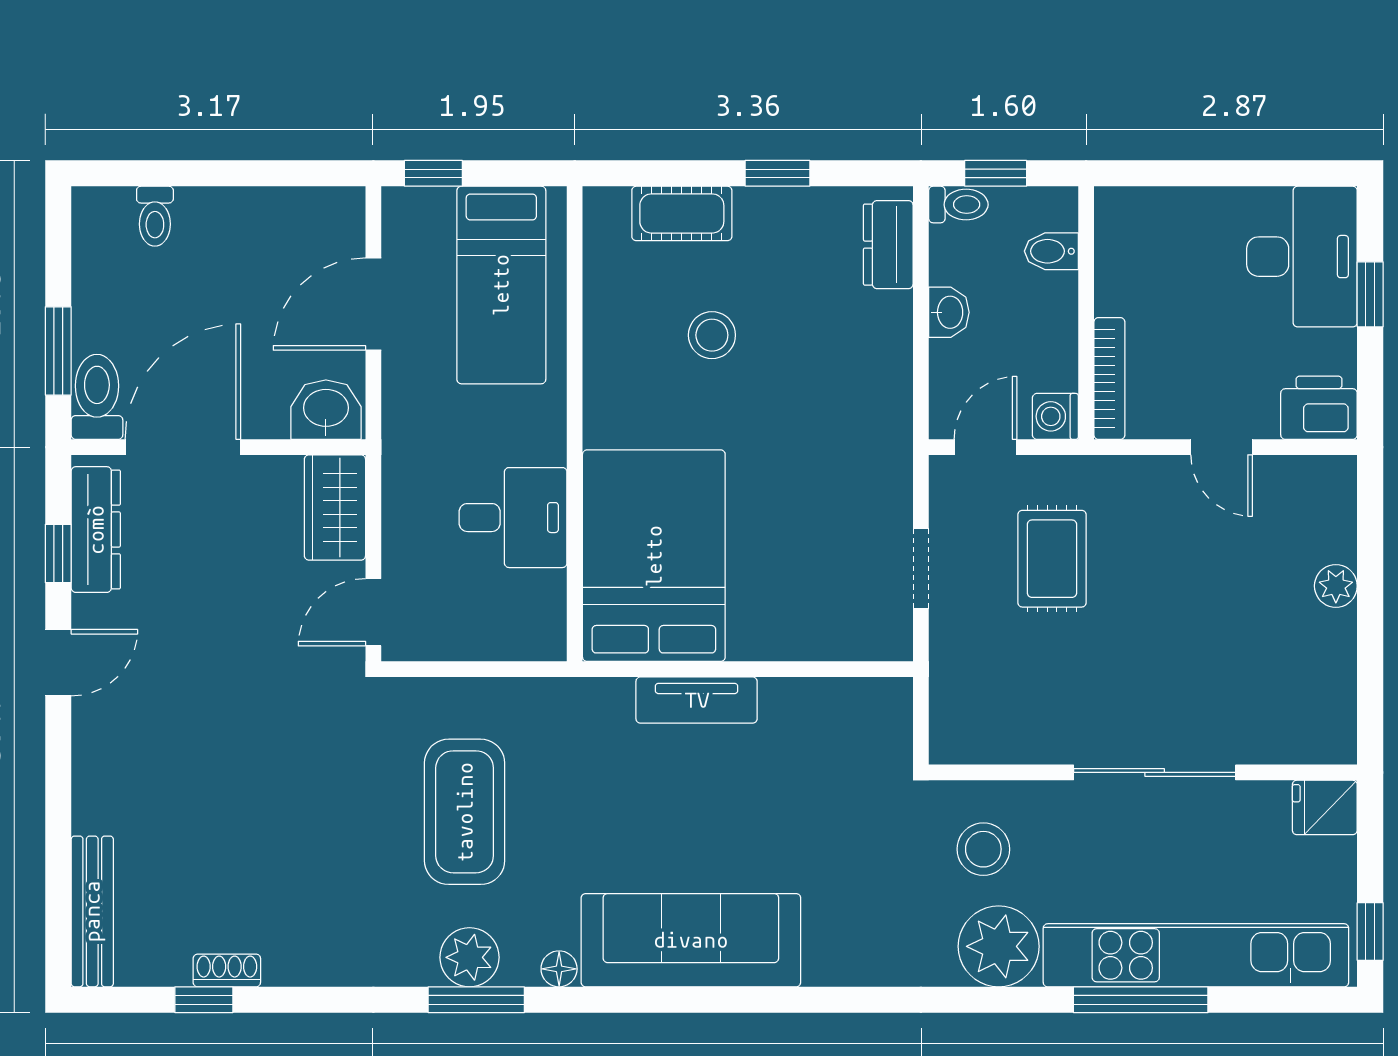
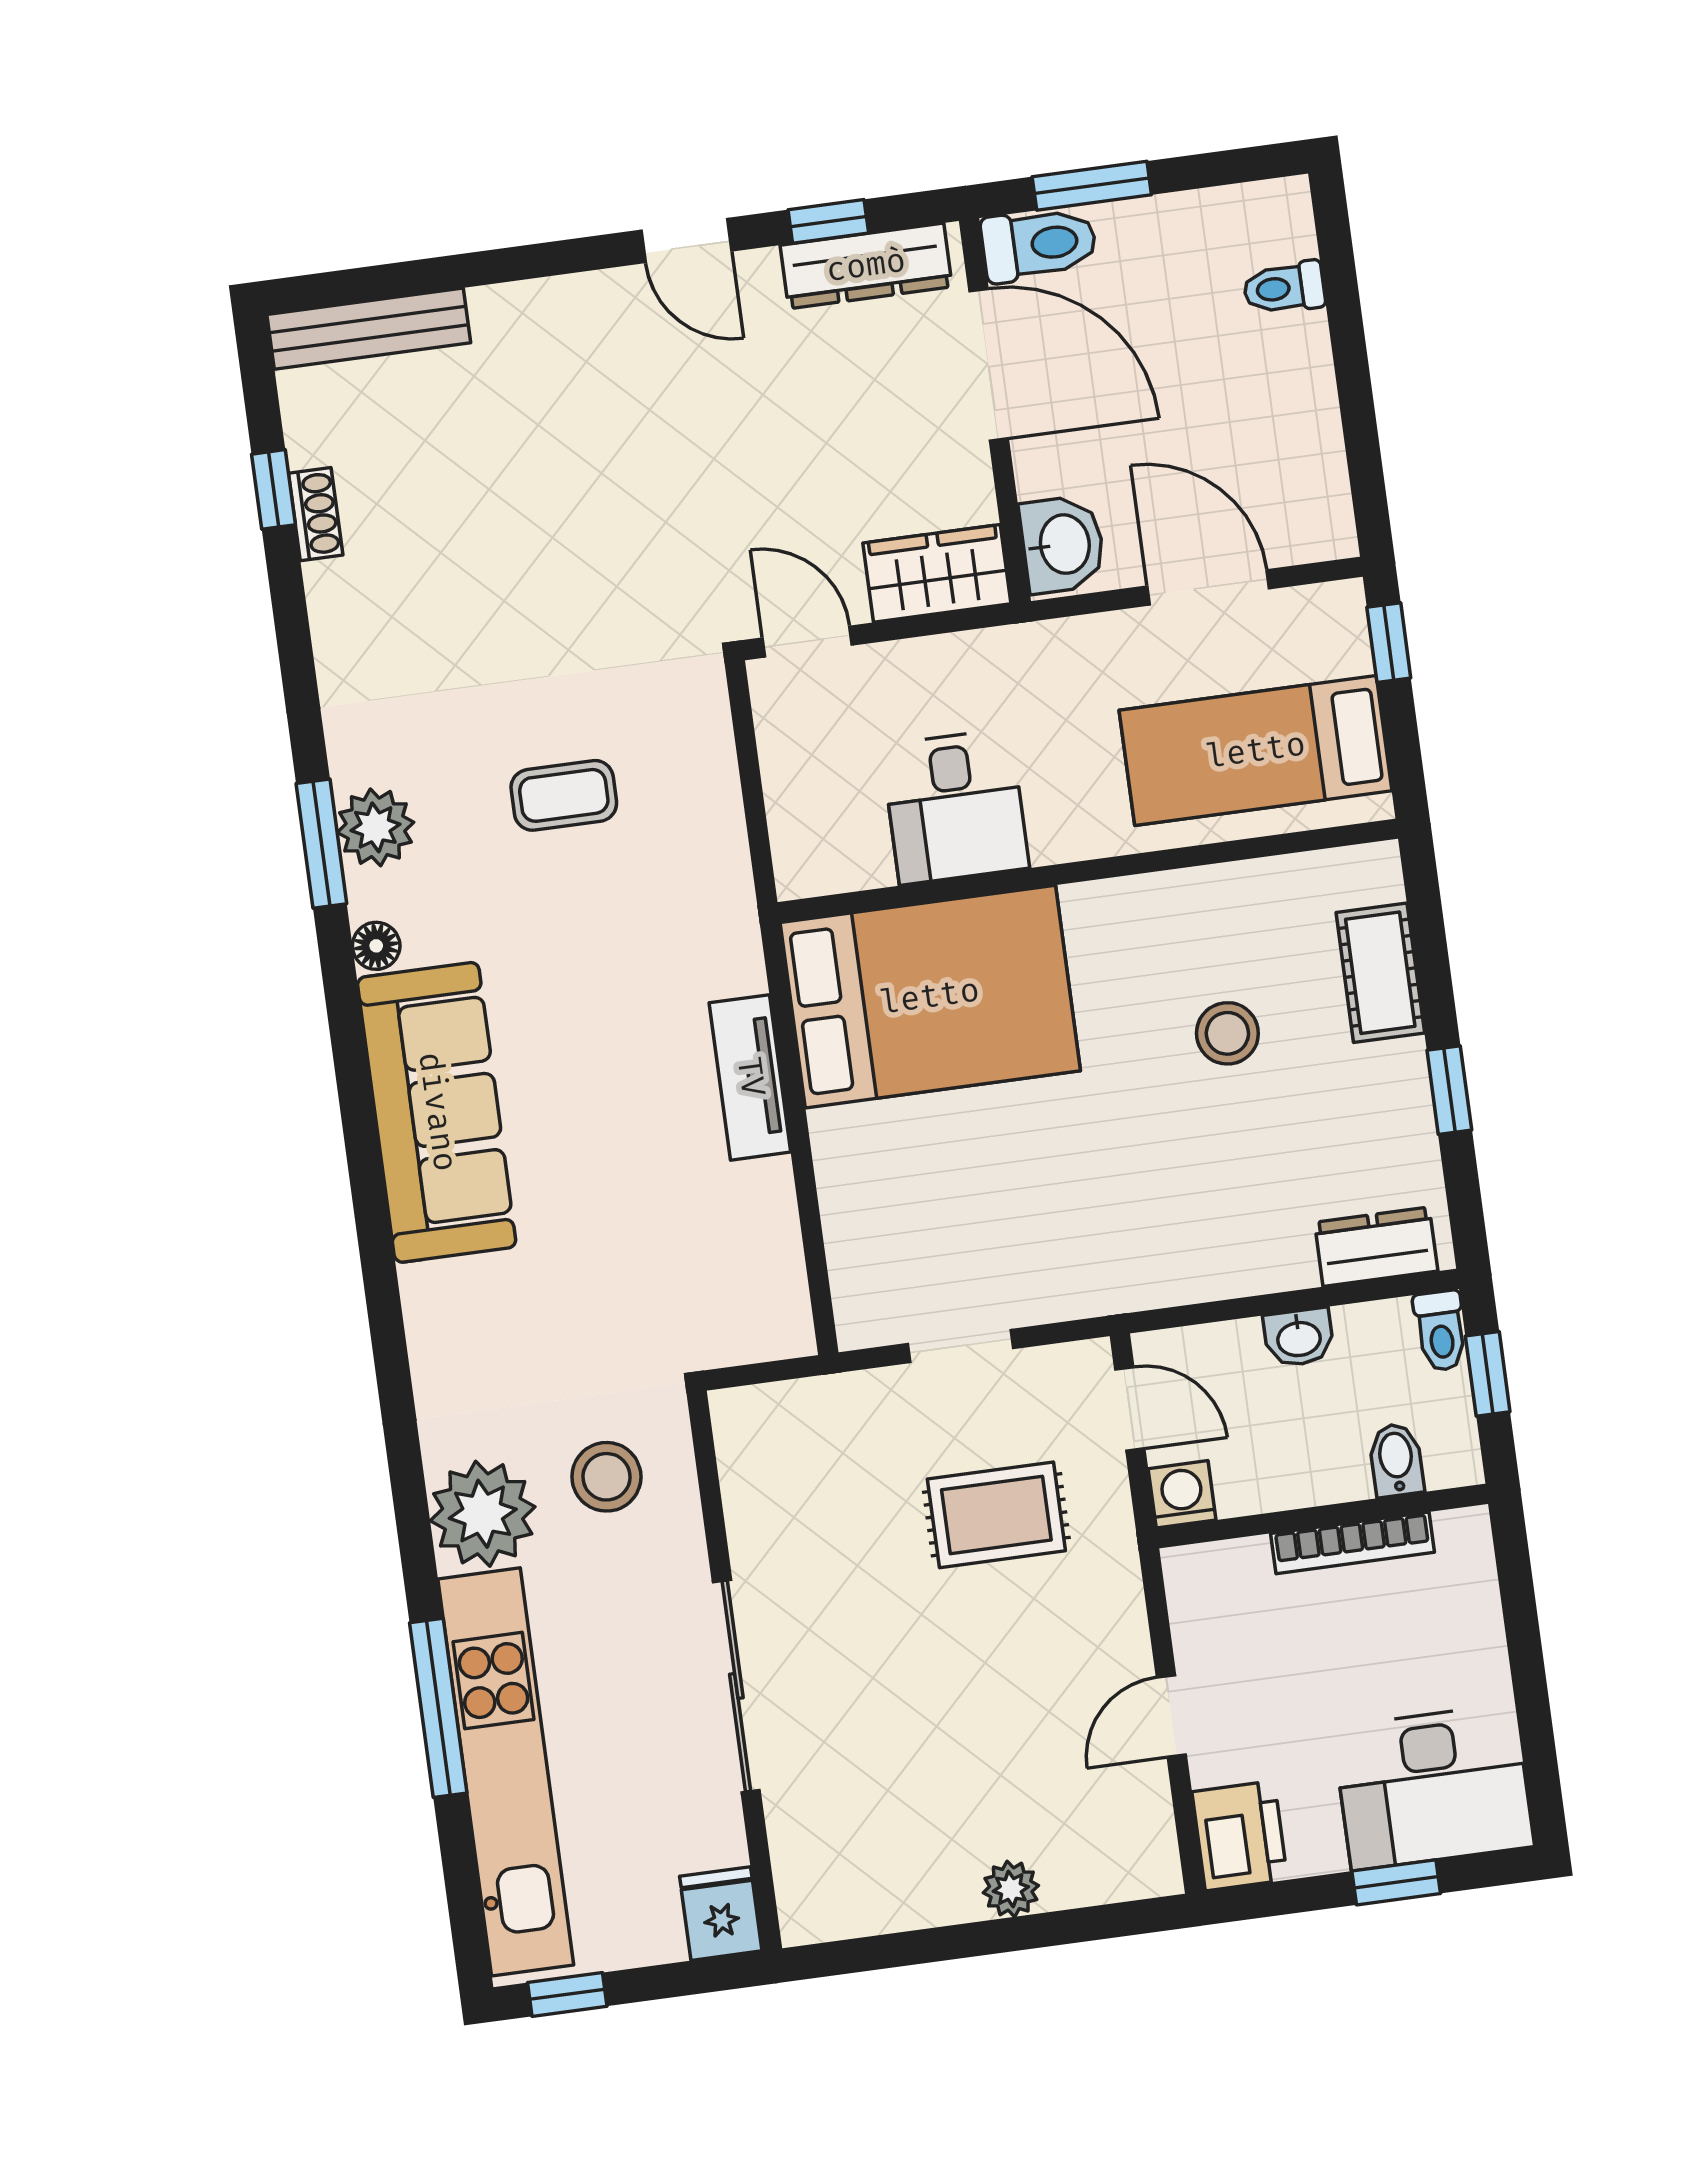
bookcase: (1109, 378) -> (1353, 1543), moved
coffee table: (465, 812) -> (564, 795), width x0.54, depth x0.58

